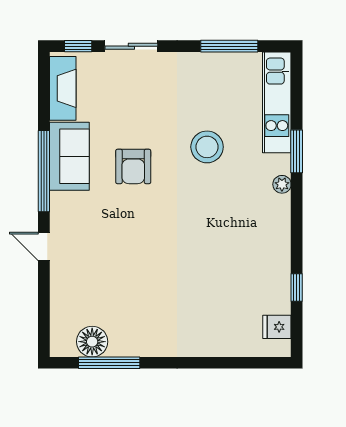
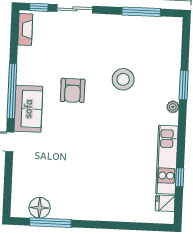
fireplace: (63, 88) -> (25, 29), width x0.73, depth x0.76
kitchen unit: (277, 102) -> (167, 160), moved
sofa: (69, 156) -> (28, 109), moved

